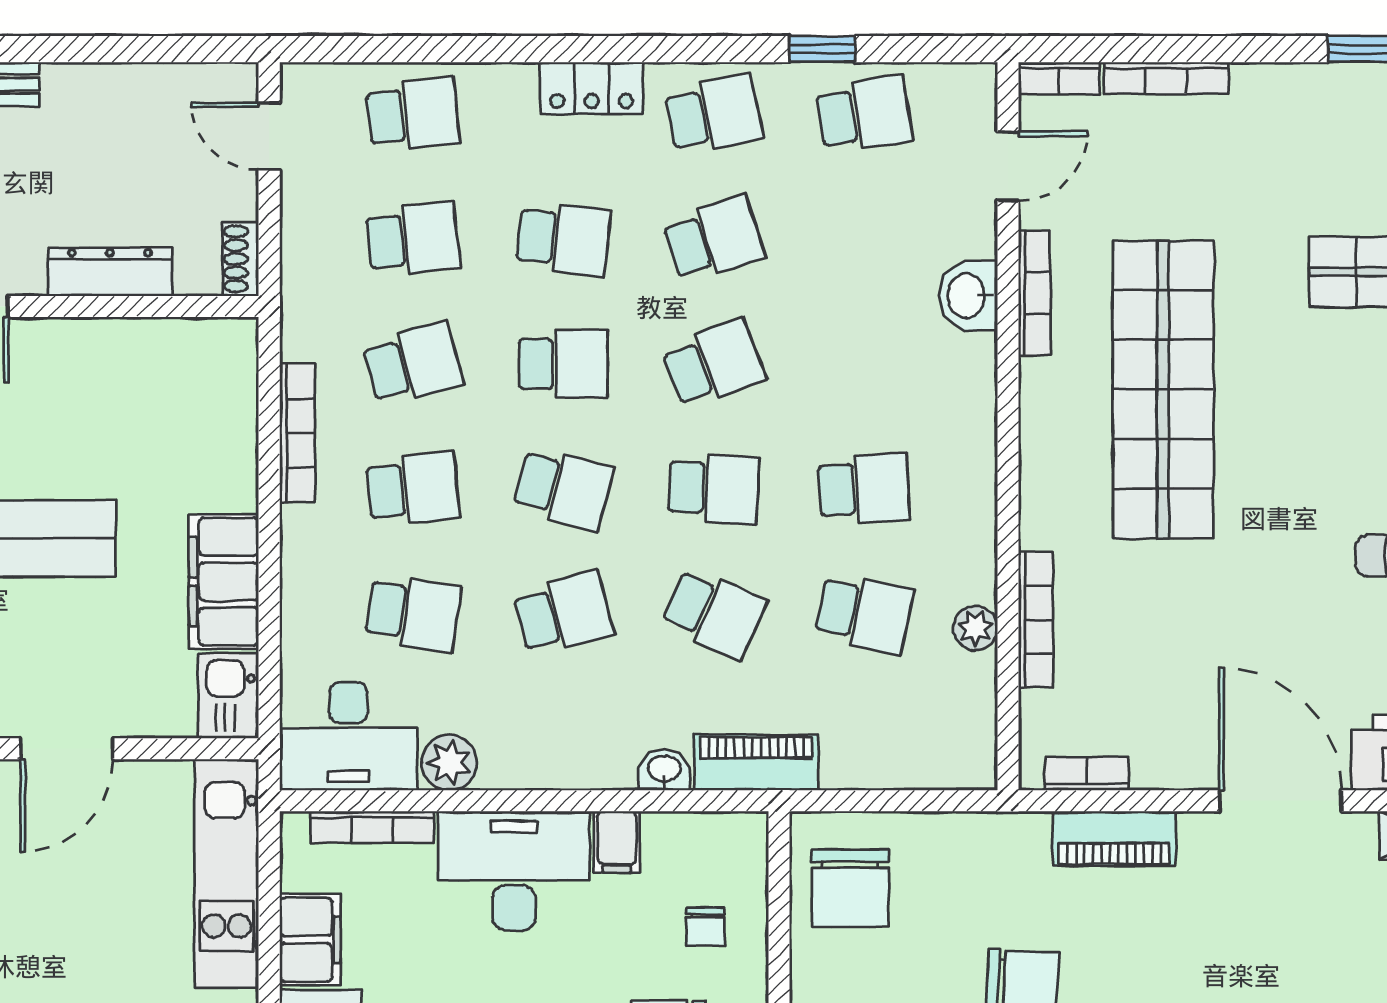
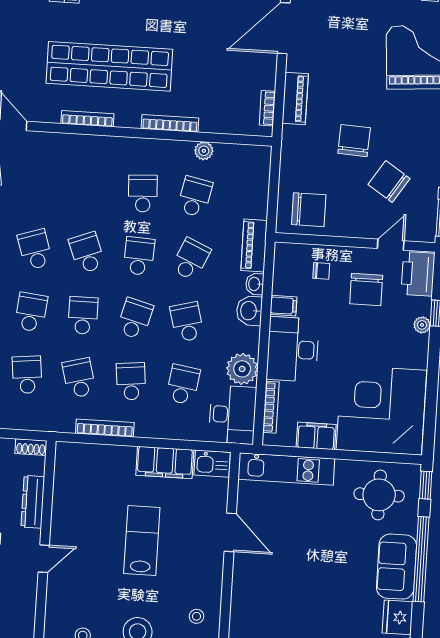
bookcase: (1034, 293) -> (87, 119), moved
washbasin: (968, 296) -> (249, 311), moved, turned 90
bookcase: (1036, 620) -> (170, 123), moved
plant: (449, 763) -> (242, 369), width x1.36, depth x1.36

